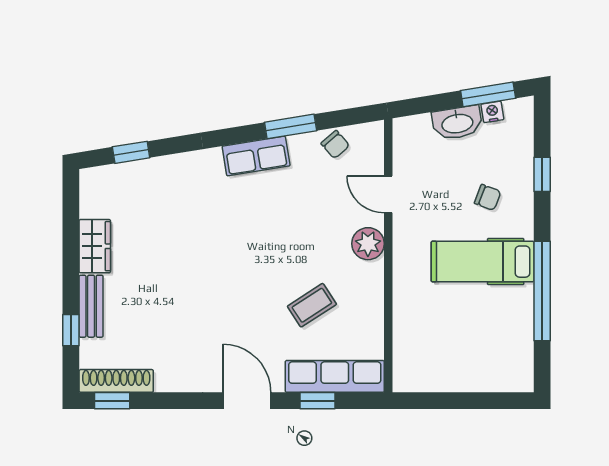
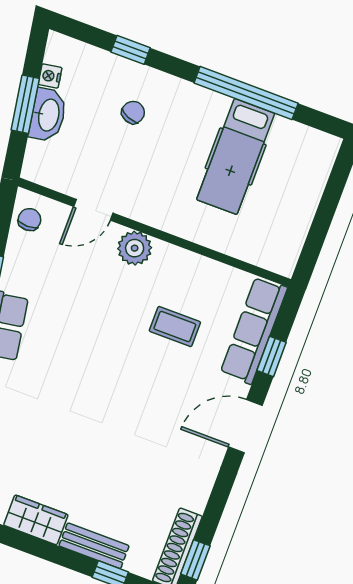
window: (488, 94) -> (25, 104), moved
chair: (335, 144) -> (29, 220), moved, turned -49
hospital bed: (483, 262) -> (236, 156), moved
coffee table: (312, 305) -> (175, 327), turned -57

